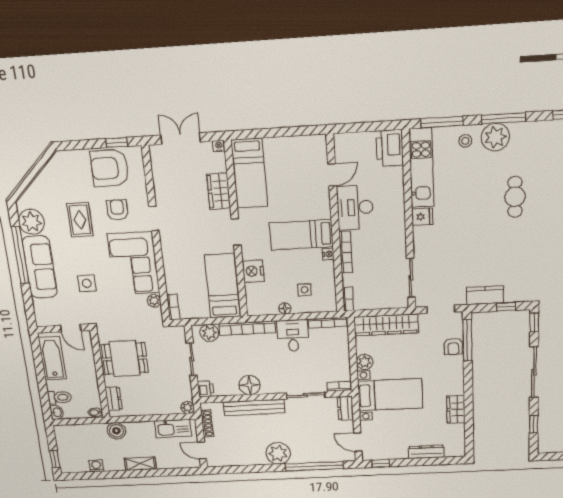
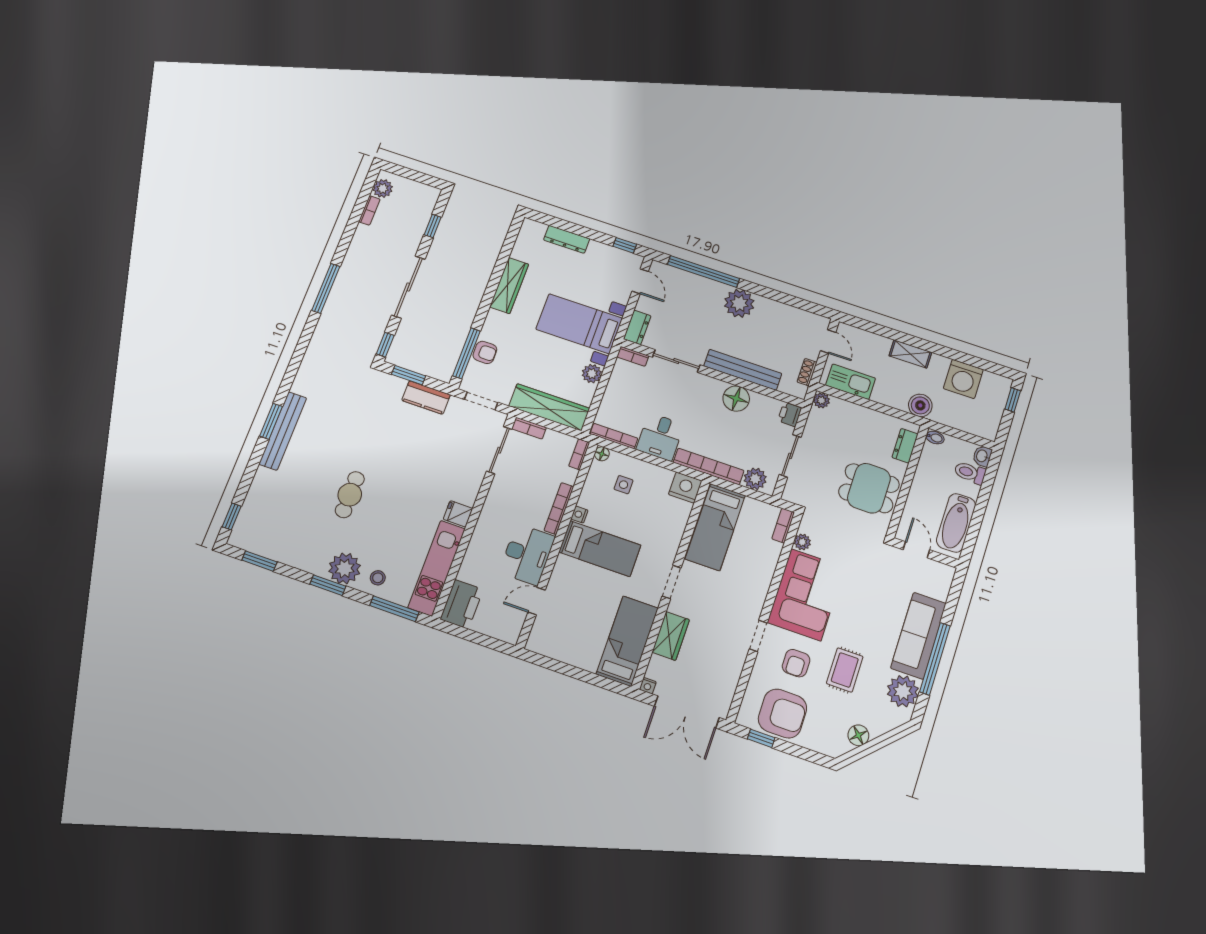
window: (503, 118) -> (328, 585), width x0.69
double door: (181, 139) -> (687, 712), width x1.37
floor lamp: (47, 176) -> (858, 735), added
nightstand: (253, 271) -> (685, 488), moved, turned -90
side table: (87, 283) -> (872, 594), removed
bookcase: (395, 303) -> (529, 428), added
window: (506, 307) -> (409, 375), width x1.50
floor lamp: (285, 308) -> (602, 454), moved
armchair: (453, 346) -> (485, 352), turned 90
wardrobe: (456, 409) -> (509, 286), width x1.50
shoe rack: (207, 423) -> (807, 372), width x0.70
washing machine: (96, 466) -> (963, 379), width x1.89, depth x1.89

